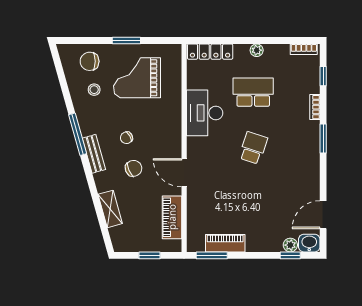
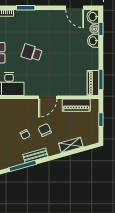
piano: (225, 243) -> (93, 83), moved
washbasin: (272, 243) -> (93, 41), added

